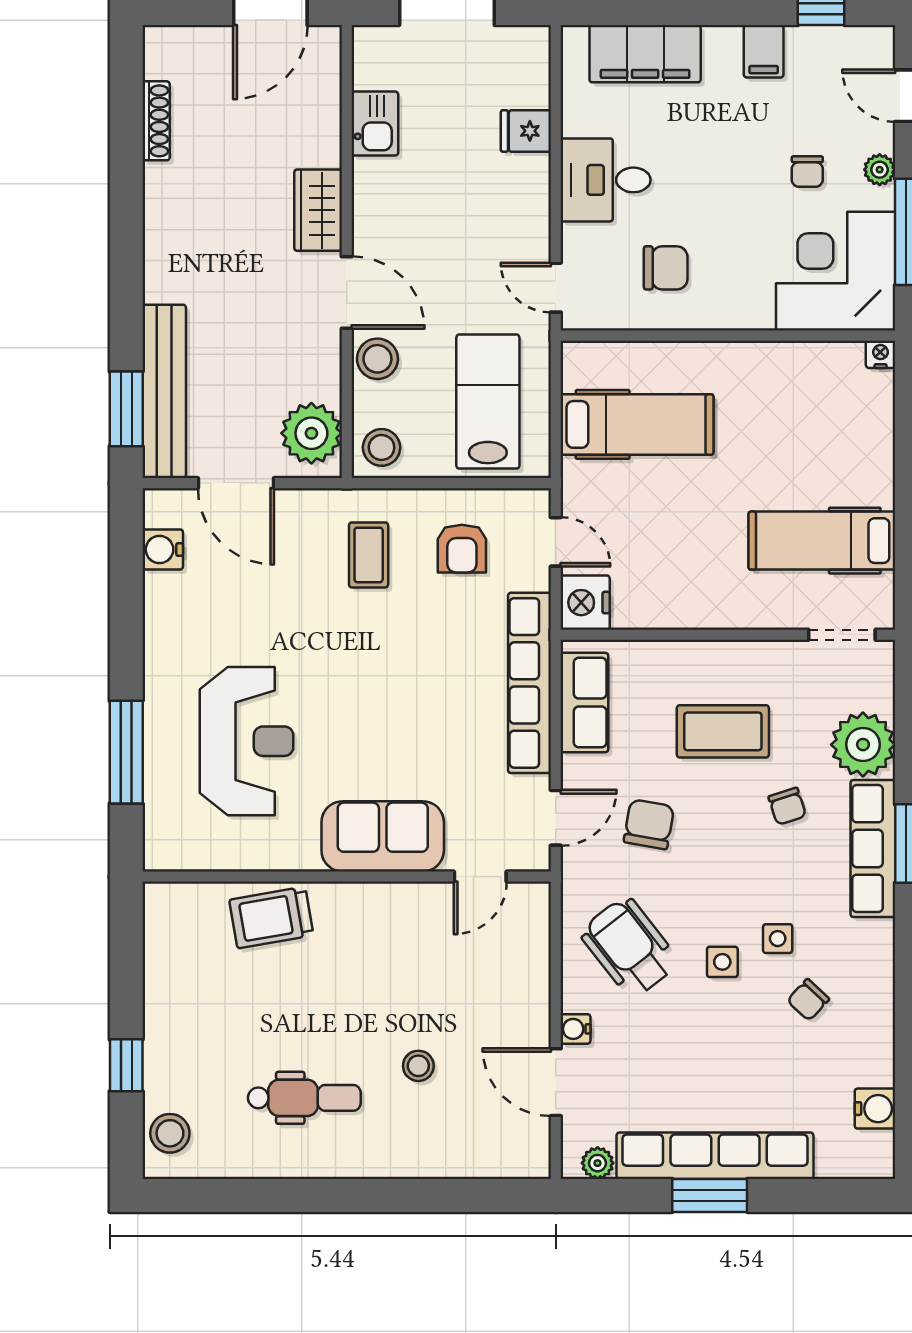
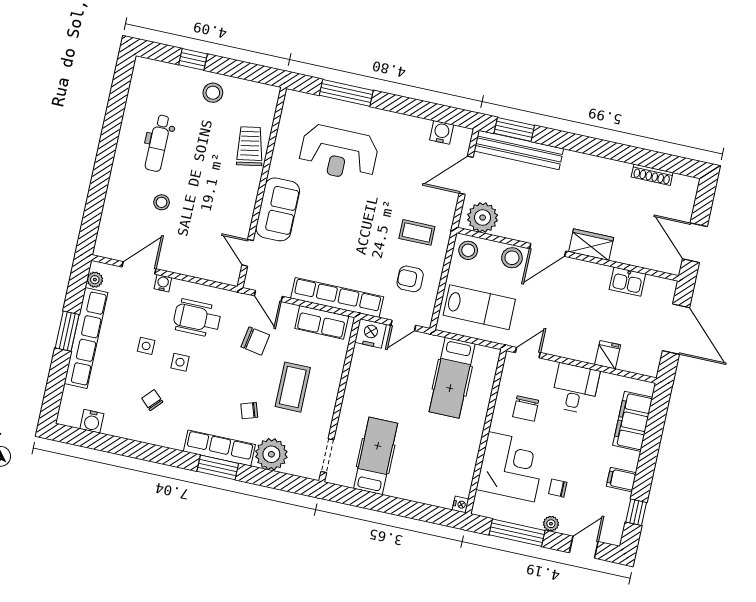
corner desk: (836, 271) -> (511, 467), moved
side table: (778, 939) -> (146, 346), moved
wheelchair: (629, 947) -> (197, 318), turned -142
stool: (170, 1133) -> (213, 93), moved

